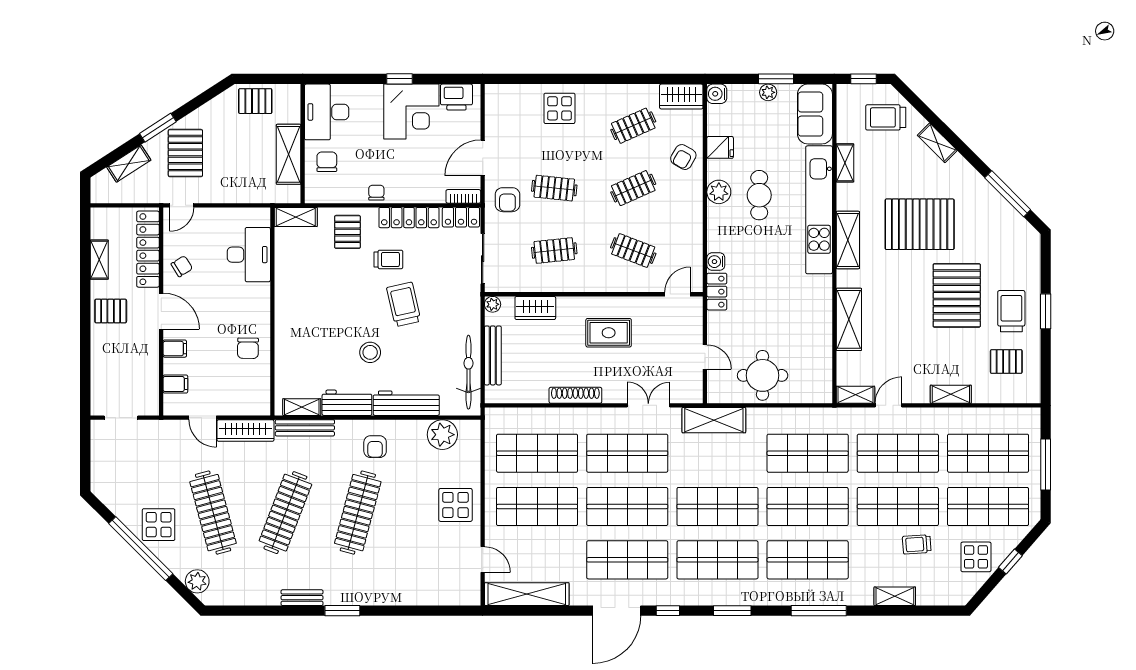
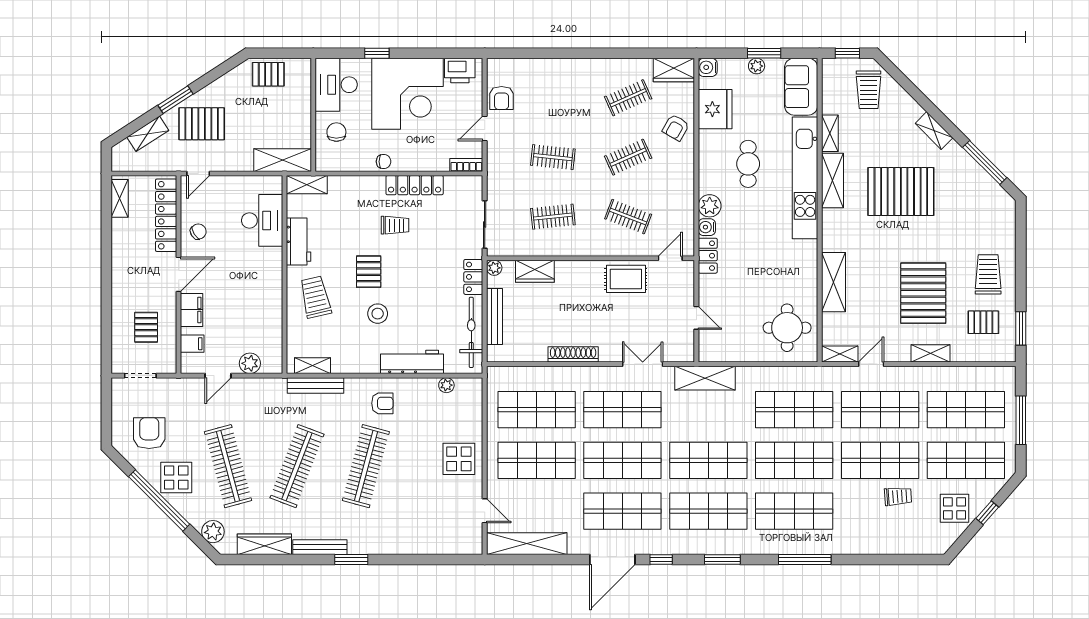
window: (399, 79) -> (377, 53), moved
display table: (559, 108) -> (558, 81), removed
corner desk: (411, 112) -> (408, 94), width x1.36, depth x1.36
trolley: (886, 117) -> (869, 90), turned -90
shelving: (937, 143) -> (934, 130), moved
fridge: (720, 147) -> (715, 109), width x1.88, depth x1.34
pallet: (185, 153) -> (202, 124), turned 90
shelving: (289, 154) -> (283, 160), moved, turned 90
door: (483, 158) -> (485, 128), width x0.73
plant: (719, 192) -> (710, 206), moved
chair: (376, 193) -> (384, 162), turned 90
armchair: (507, 200) -> (502, 98), moved
locker: (461, 217) -> (473, 277), moved, turned 90
pallet: (347, 232) -> (369, 272), moved
shelving: (848, 240) -> (832, 181), moved
shelving: (99, 260) -> (120, 198), moved
pallet: (957, 295) -> (923, 293), moved
trolley: (404, 304) -> (315, 297), moved
pallet: (111, 311) -> (146, 327), moved, turned 90
door: (161, 311) -> (179, 274), hinge flipped
window: (1046, 311) -> (1021, 328), moved
rug: (609, 333) -> (626, 279), moved
chair: (248, 348) -> (261, 310), removed
filing cabinet: (175, 349) -> (192, 310), width x2.00
round table: (763, 375) -> (787, 328), moved
workbench: (347, 403) -> (299, 241), moved, turned 90
plant: (236, 405) -> (250, 363), added
door: (203, 418) -> (218, 376), hinge flipped
wardrobe: (245, 431) -> (264, 544), moved, turned 180
plant: (442, 435) -> (446, 385), width x0.53, depth x0.53
armchair: (375, 447) -> (382, 403), turned -90
armchair: (130, 478) -> (149, 433), added
trolley: (917, 544) -> (898, 496), turned 180
shelving: (895, 596) -> (877, 546), removed
bench: (302, 598) -> (320, 547), width x1.36

